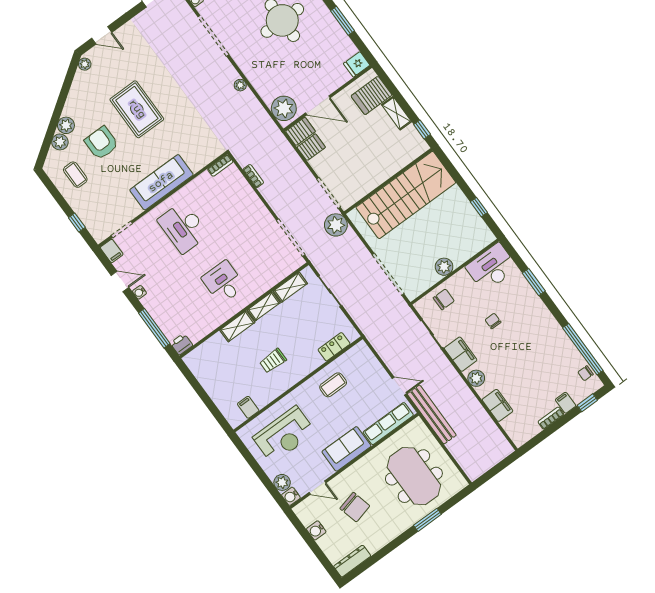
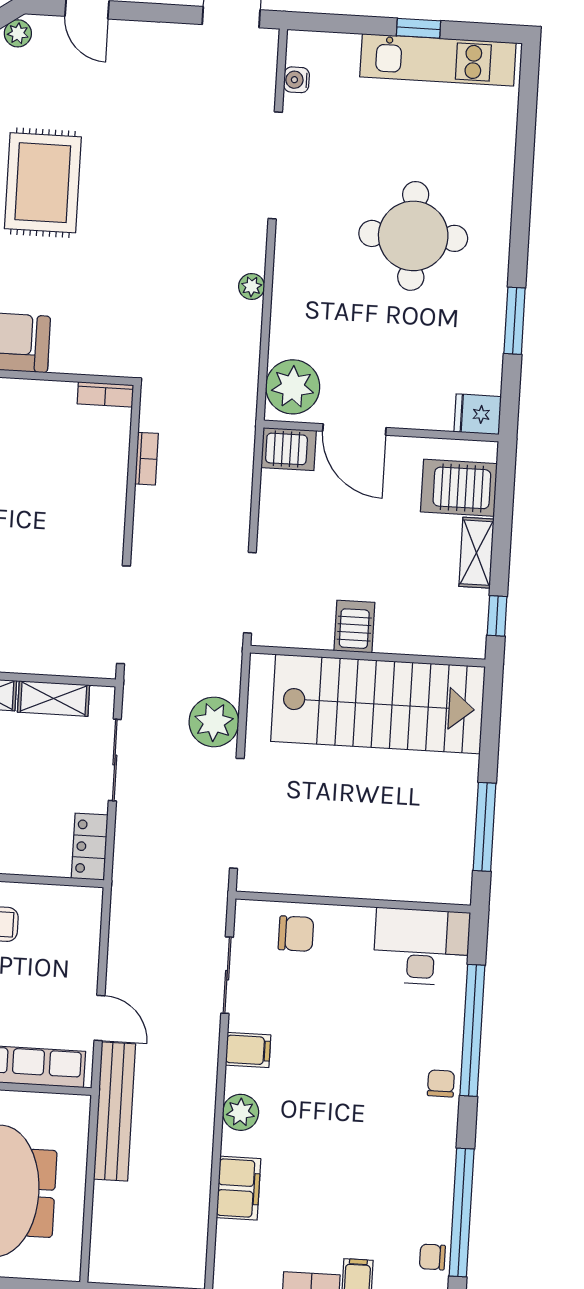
server rack: (311, 147) -> (354, 627), moved, turned -90
window: (479, 207) -> (484, 827), width x2.17
plant: (336, 225) -> (214, 722), moved
plant: (444, 267) -> (342, 879), removed
window: (534, 282) -> (472, 1030), width x2.11
chair: (493, 321) -> (441, 1083), moved
locker: (334, 347) -> (90, 847), moved, turned -90
filing cabinet: (461, 354) -> (248, 1050), width x0.50

